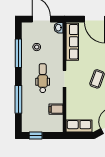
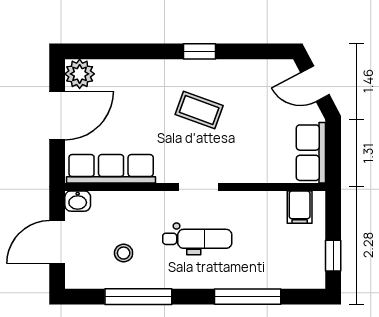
dental chair: (43, 78) -> (197, 239), turned 180
filing cabinet: (56, 109) -> (300, 207), moved

